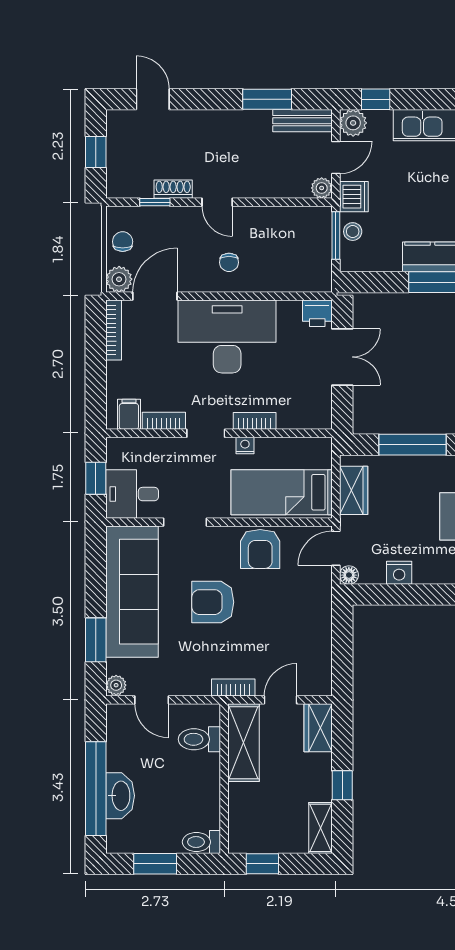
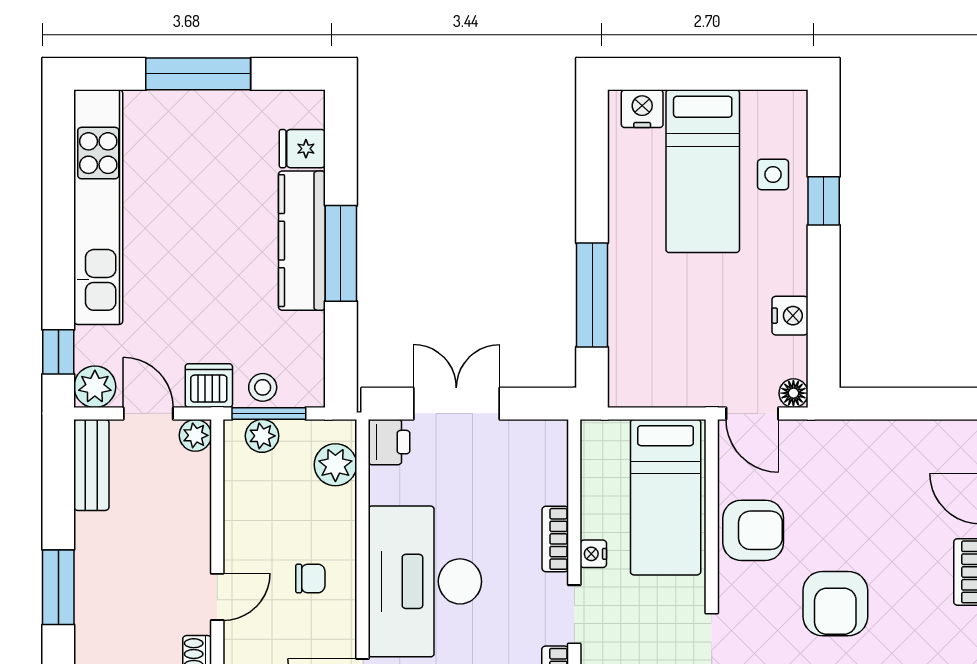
window: (267, 99) -> (58, 587), moved
plant: (321, 231) -> (262, 436), added
plant: (303, 279) -> (335, 465), added
wardrobe: (354, 490) -> (663, 386), removed

